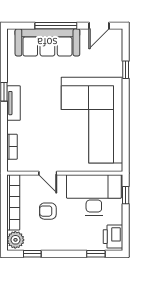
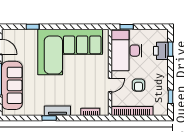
printer: (113, 237) -> (161, 51), moved, turned 90
plant: (15, 240) -> (160, 109), removed

